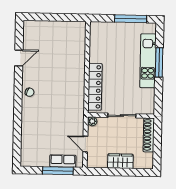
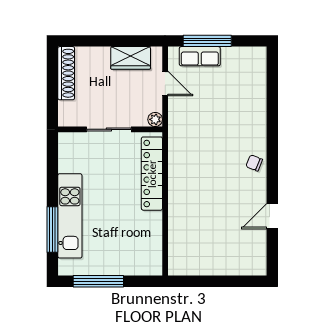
window: (159, 62) -> (52, 230), moved
shoe rack: (149, 135) -> (66, 73), moved
wardrobe: (120, 161) -> (131, 58), moved

